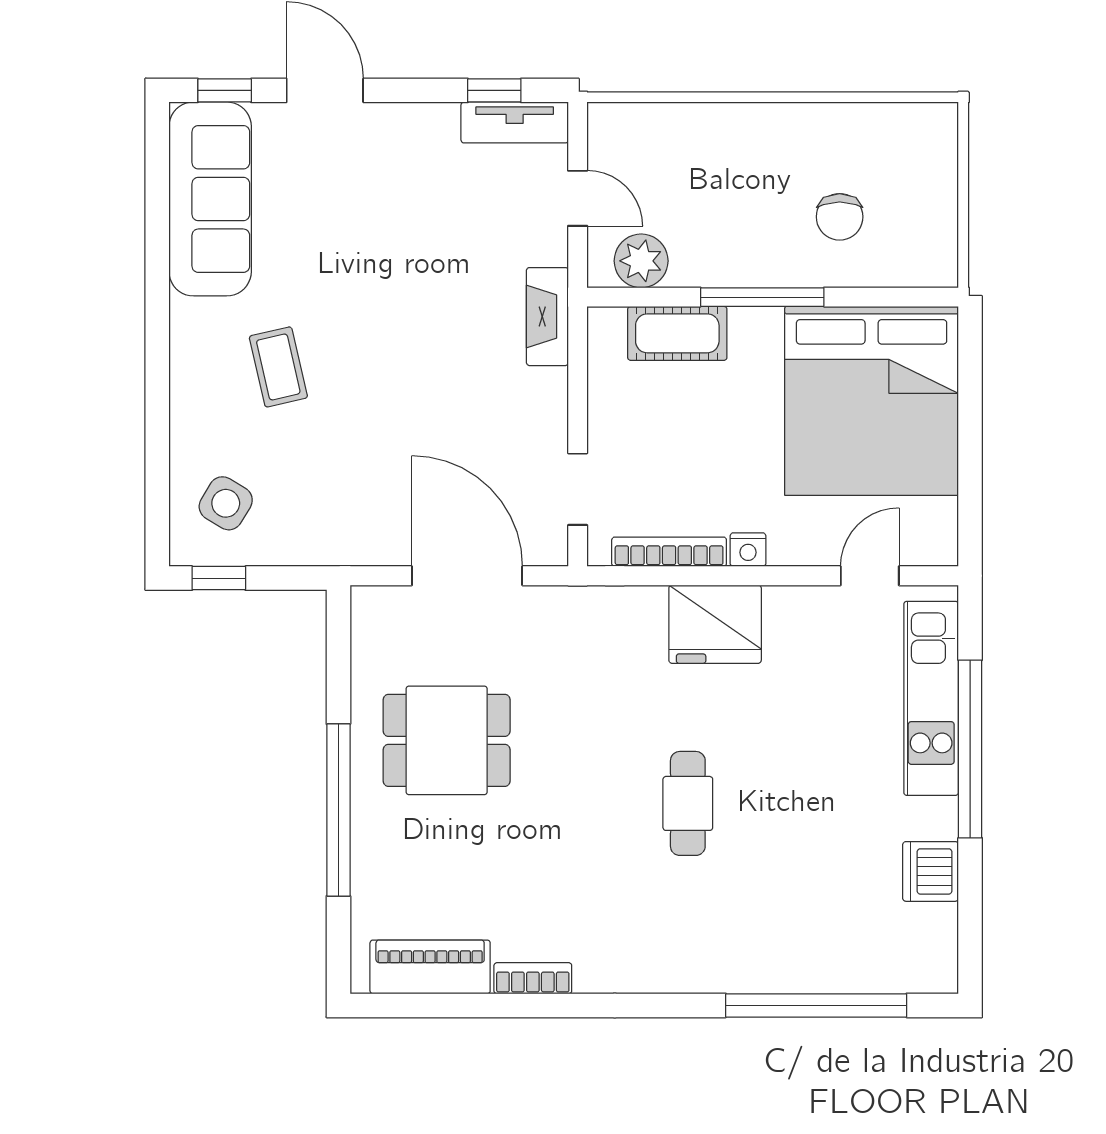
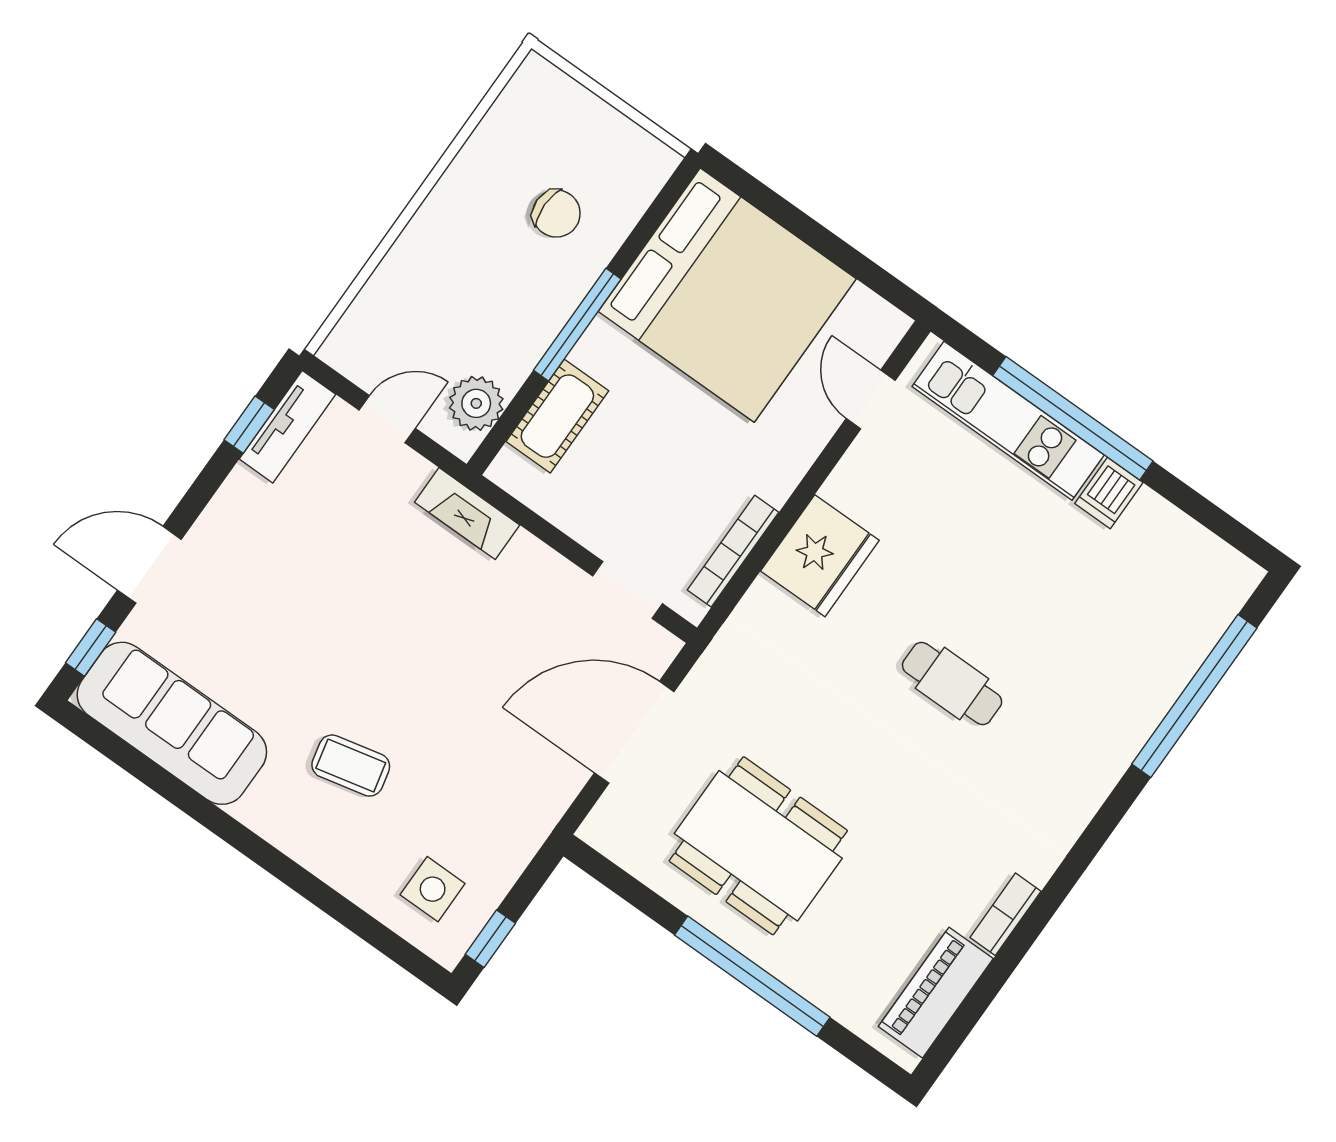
side table: (226, 503) -> (433, 889), turned -31
nightstand: (748, 550) -> (778, 485), removed
dining table: (447, 740) -> (758, 846), width x1.38
dishwasher: (931, 871) -> (1109, 493), moved, width x0.73

